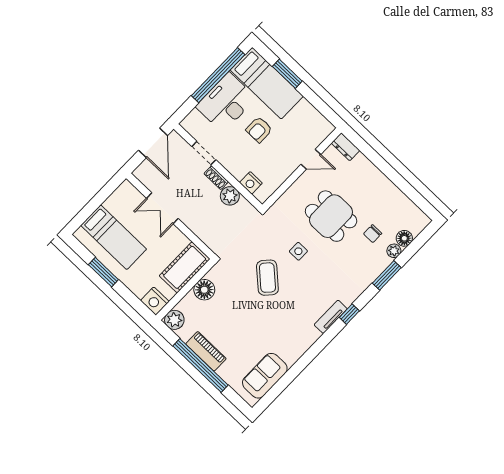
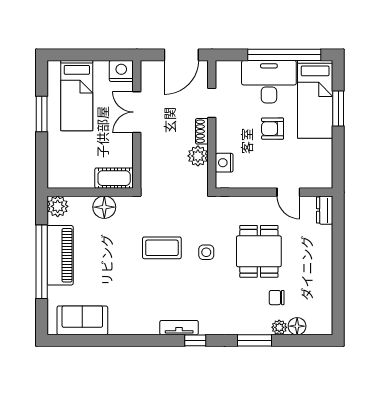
cot: (185, 267) -> (114, 178), width x0.73, depth x0.75
coffee table: (267, 278) -> (162, 248), turned 48
nightstand: (155, 301) -> (121, 71), moved, turned 90
piano: (206, 351) -> (60, 255), width x1.37, depth x1.33

